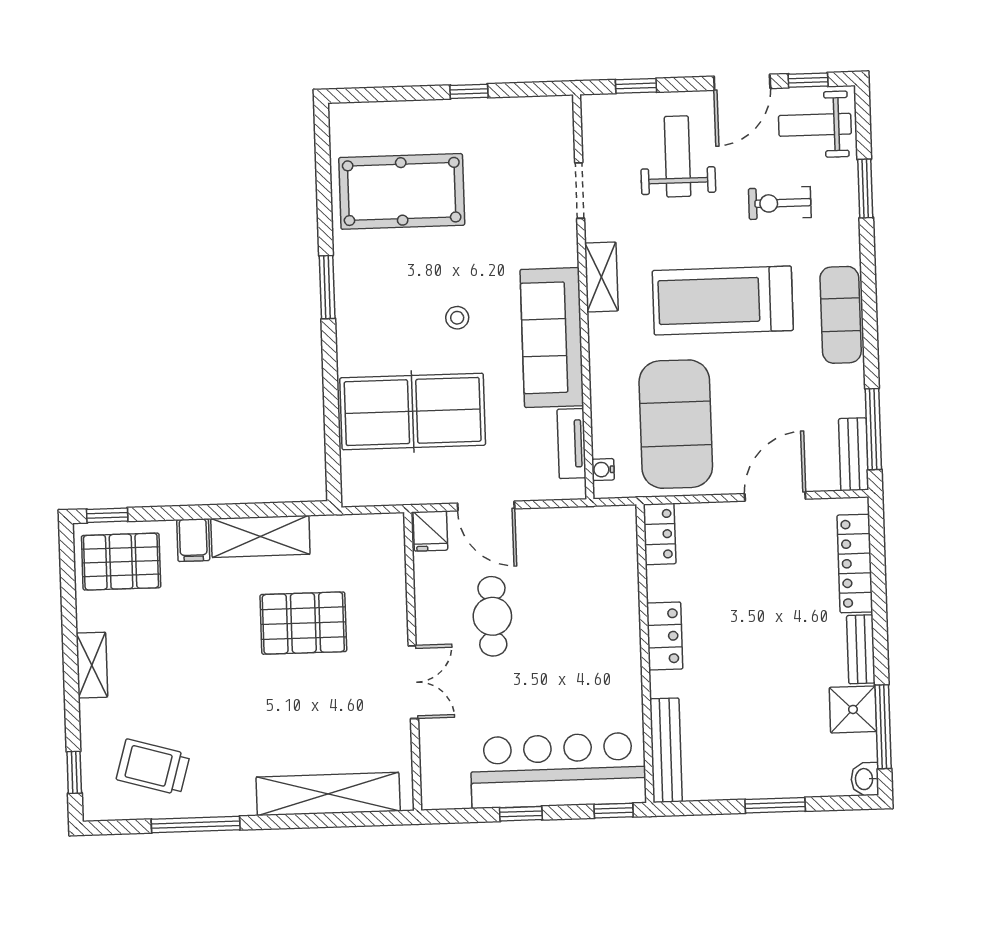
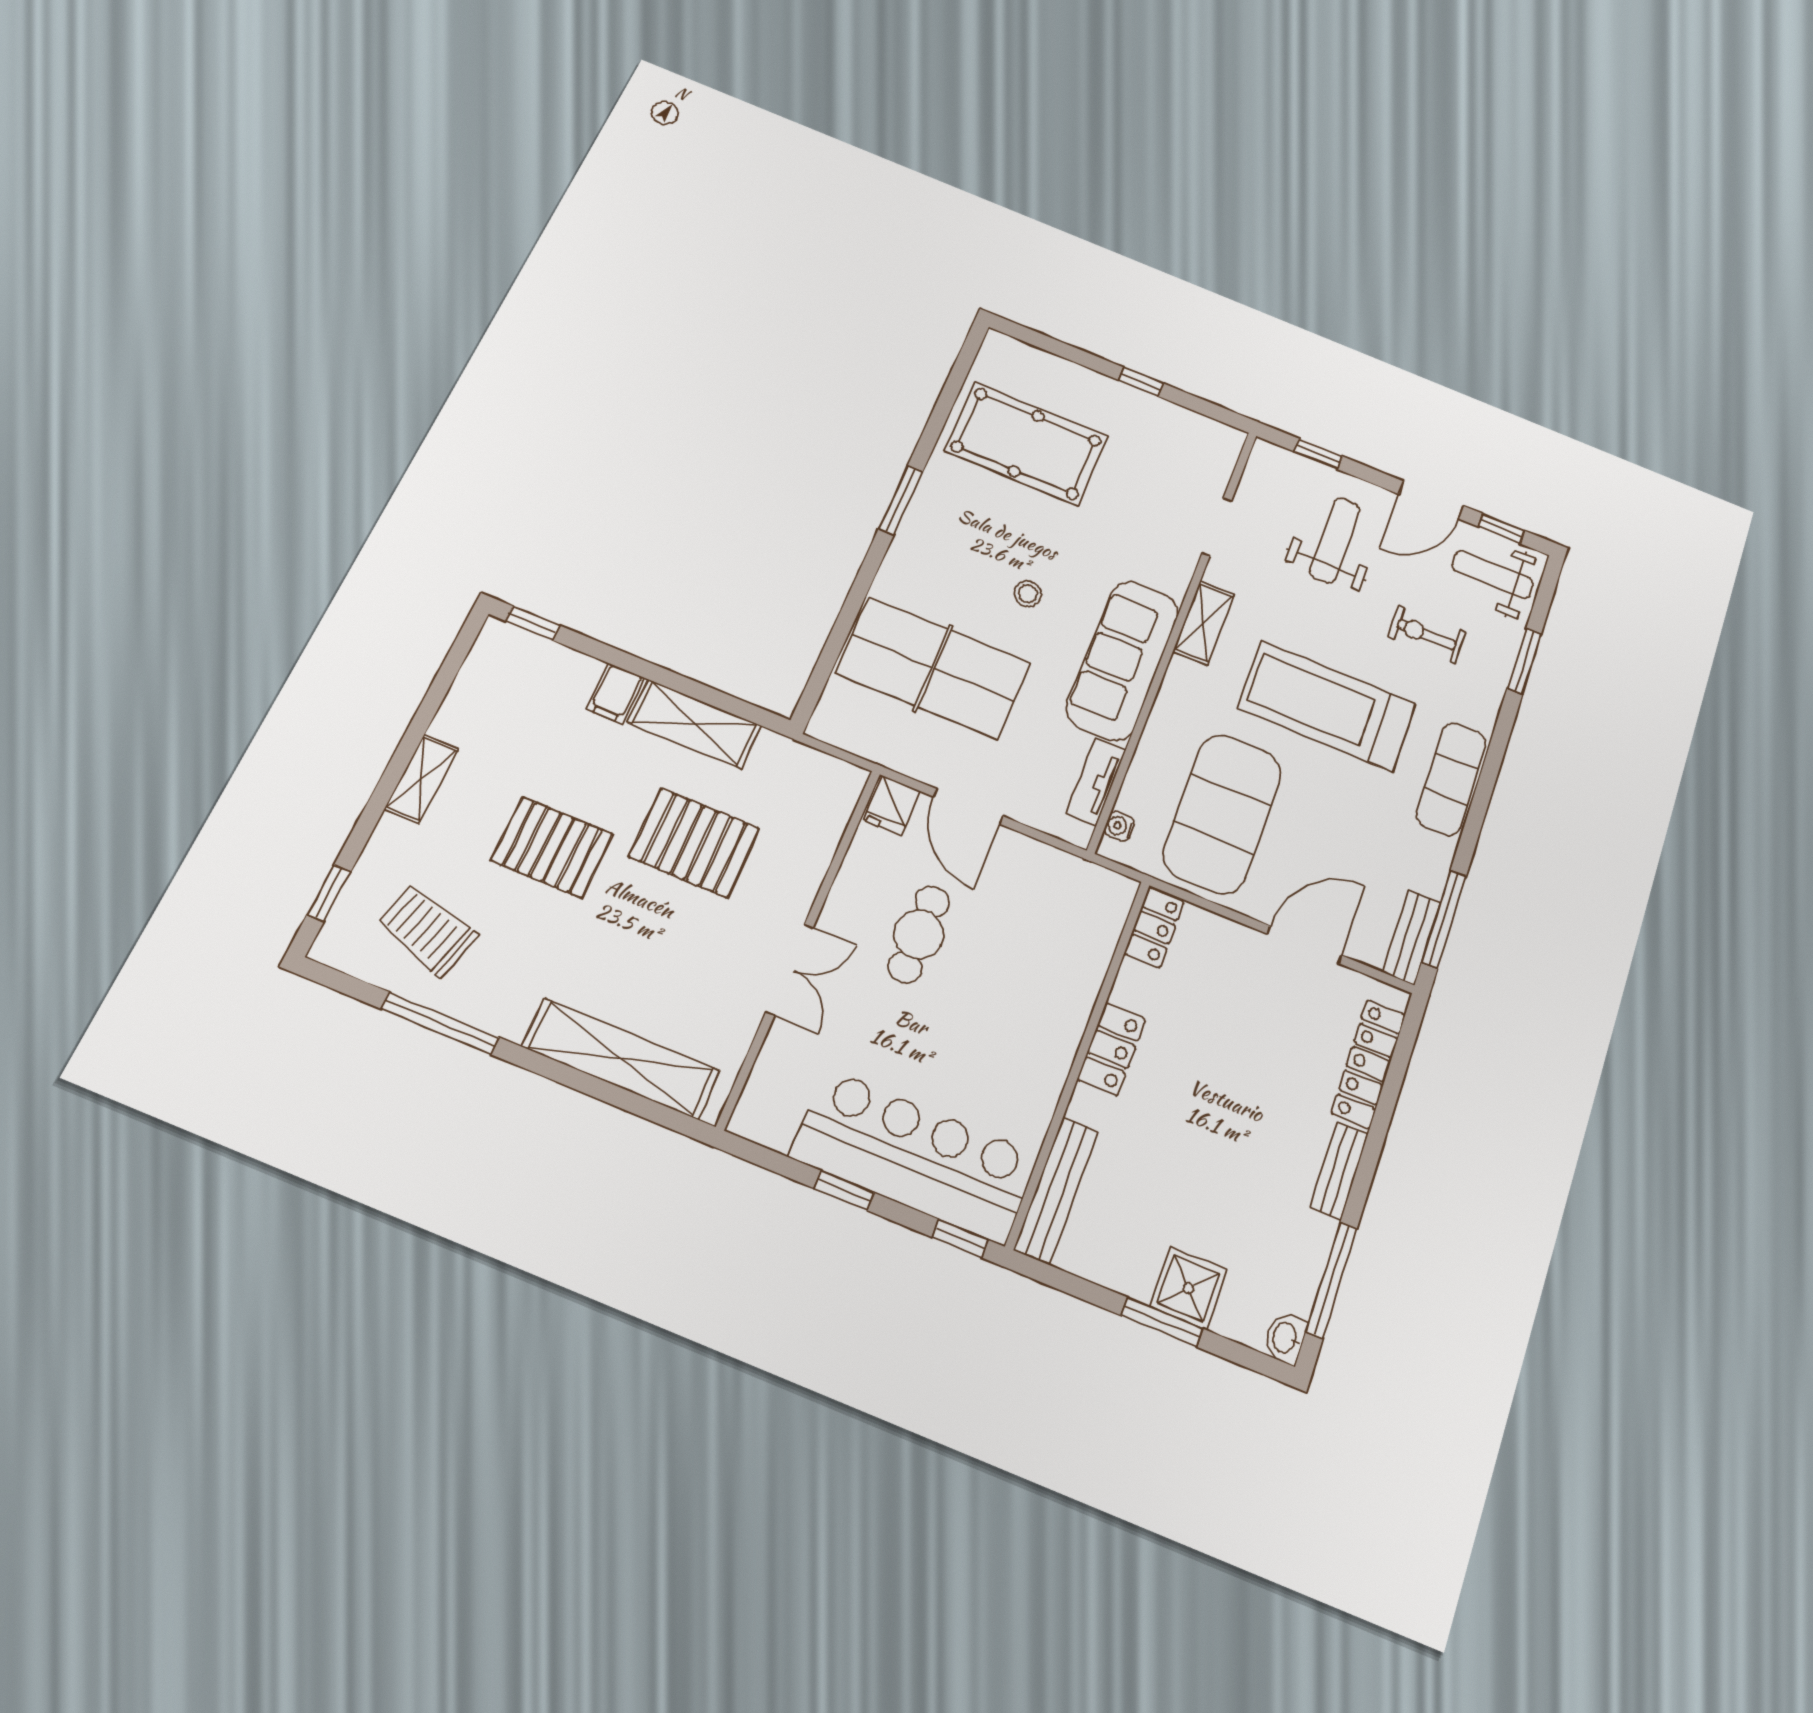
pallet: (121, 562) -> (552, 847), moved
shower: (853, 709) -> (1188, 1288), moved

